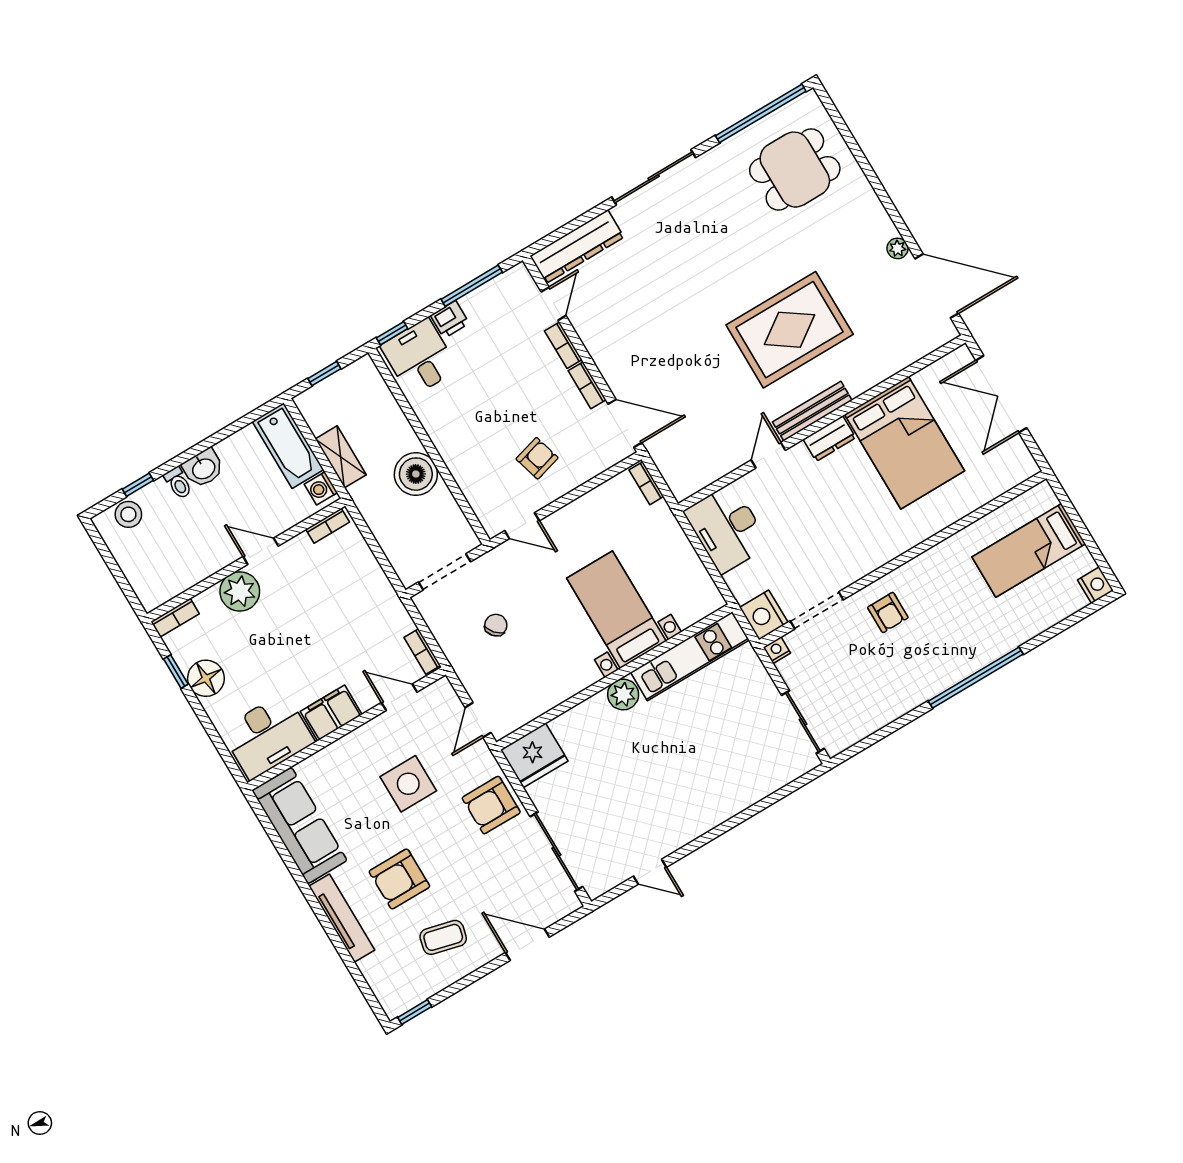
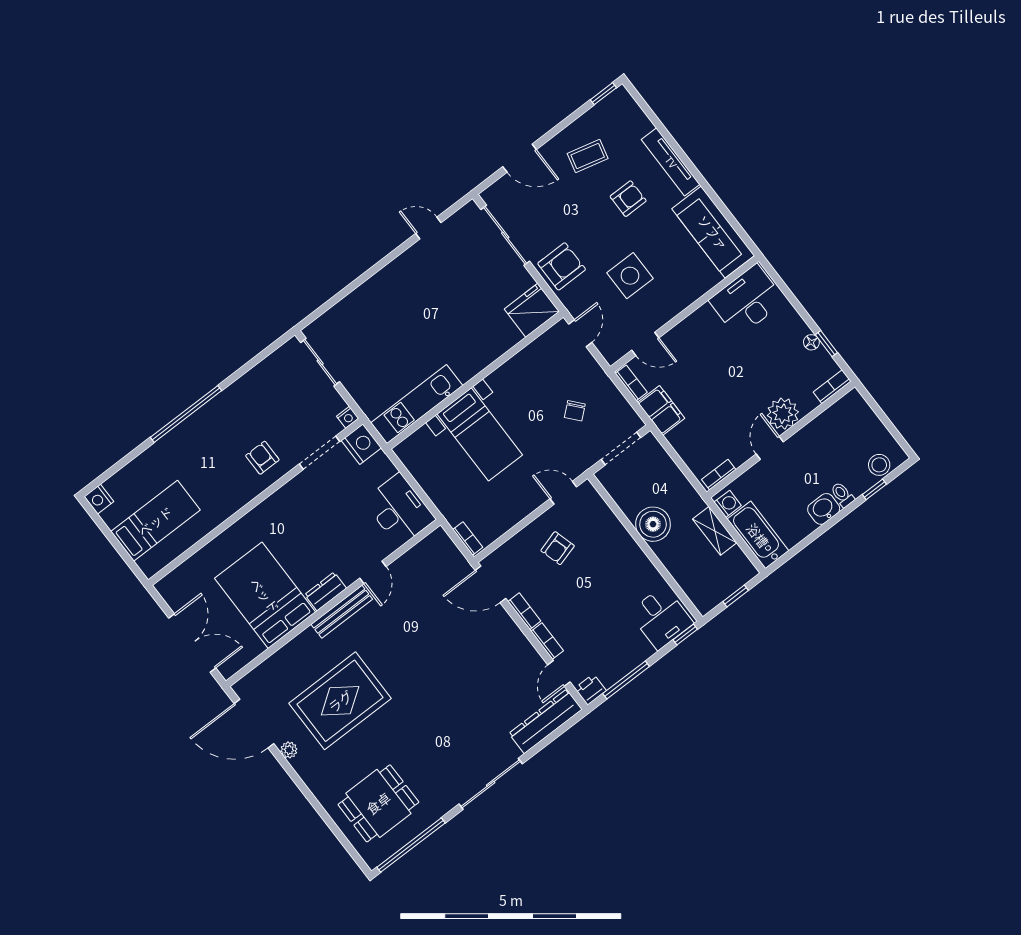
printer: (450, 319) -> (590, 689), moved
rug: (790, 330) -> (340, 701), moved
door: (261, 551) -> (770, 448), swing flipped
floor lamp: (206, 678) -> (811, 342), width x0.53, depth x0.53
plant: (623, 694) -> (466, 367), removed
filing cabinet: (331, 713) -> (661, 410), moved, turned -90
armchair: (399, 879) -> (628, 199), width x0.72, depth x0.72

